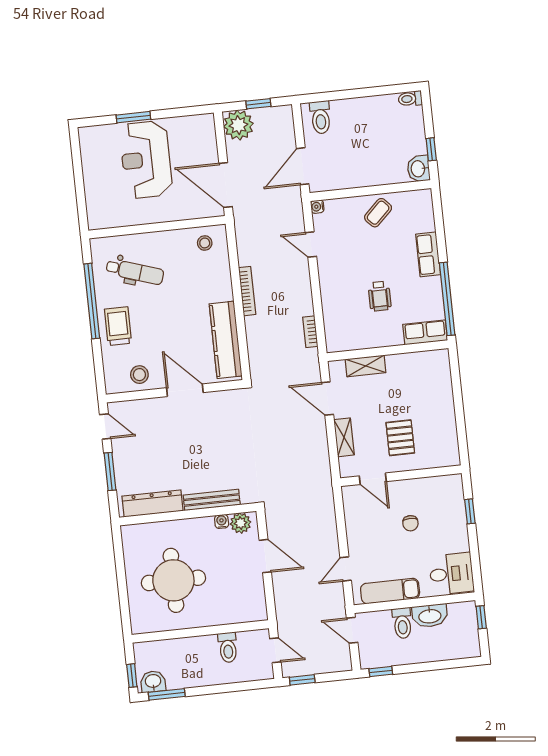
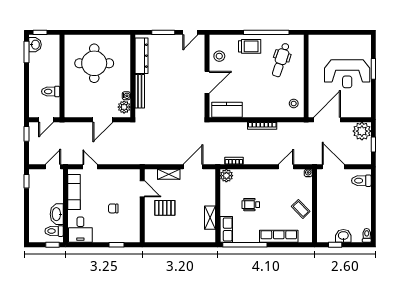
reception desk: (146, 160) -> (347, 74), turned 180
washbasin: (419, 169) -> (343, 236), moved
row of seats: (428, 254) -> (279, 236), width x1.48
kitchen counter: (226, 340) -> (227, 110), width x0.67
plant: (336, 341) -> (226, 176), added
shelving: (366, 366) -> (210, 218), moved
door: (373, 479) -> (142, 189), swing flipped
toilet: (402, 623) -> (54, 231), moved

